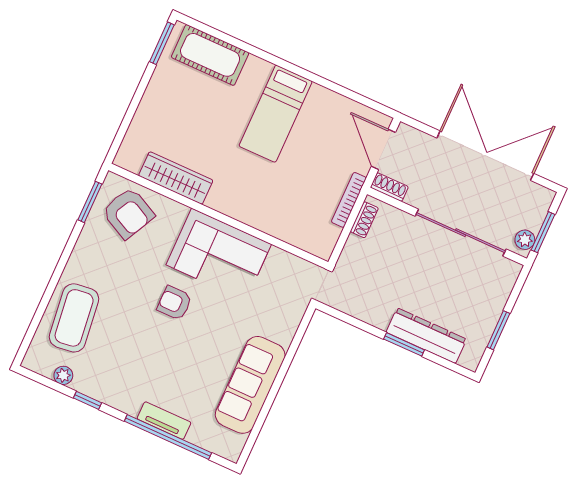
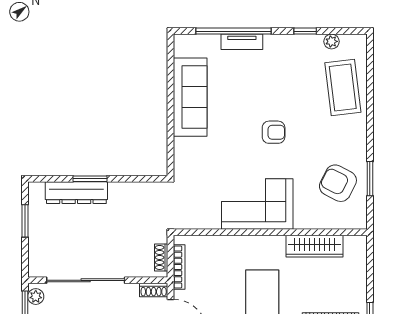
wardrobe: (176, 178) -> (315, 246), moved
wall: (218, 216) -> (270, 232), moved
corner sofa: (219, 255) -> (257, 204), moved

